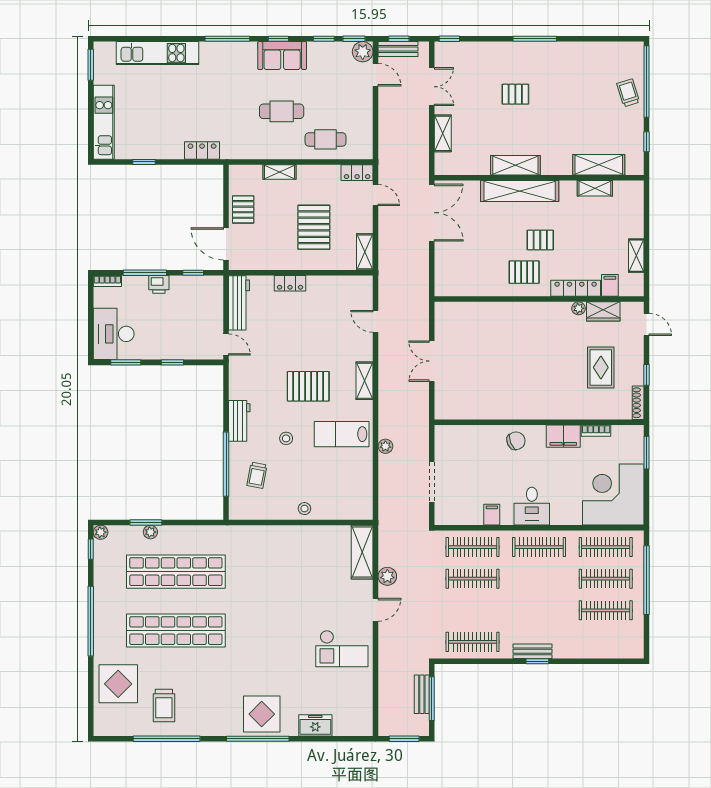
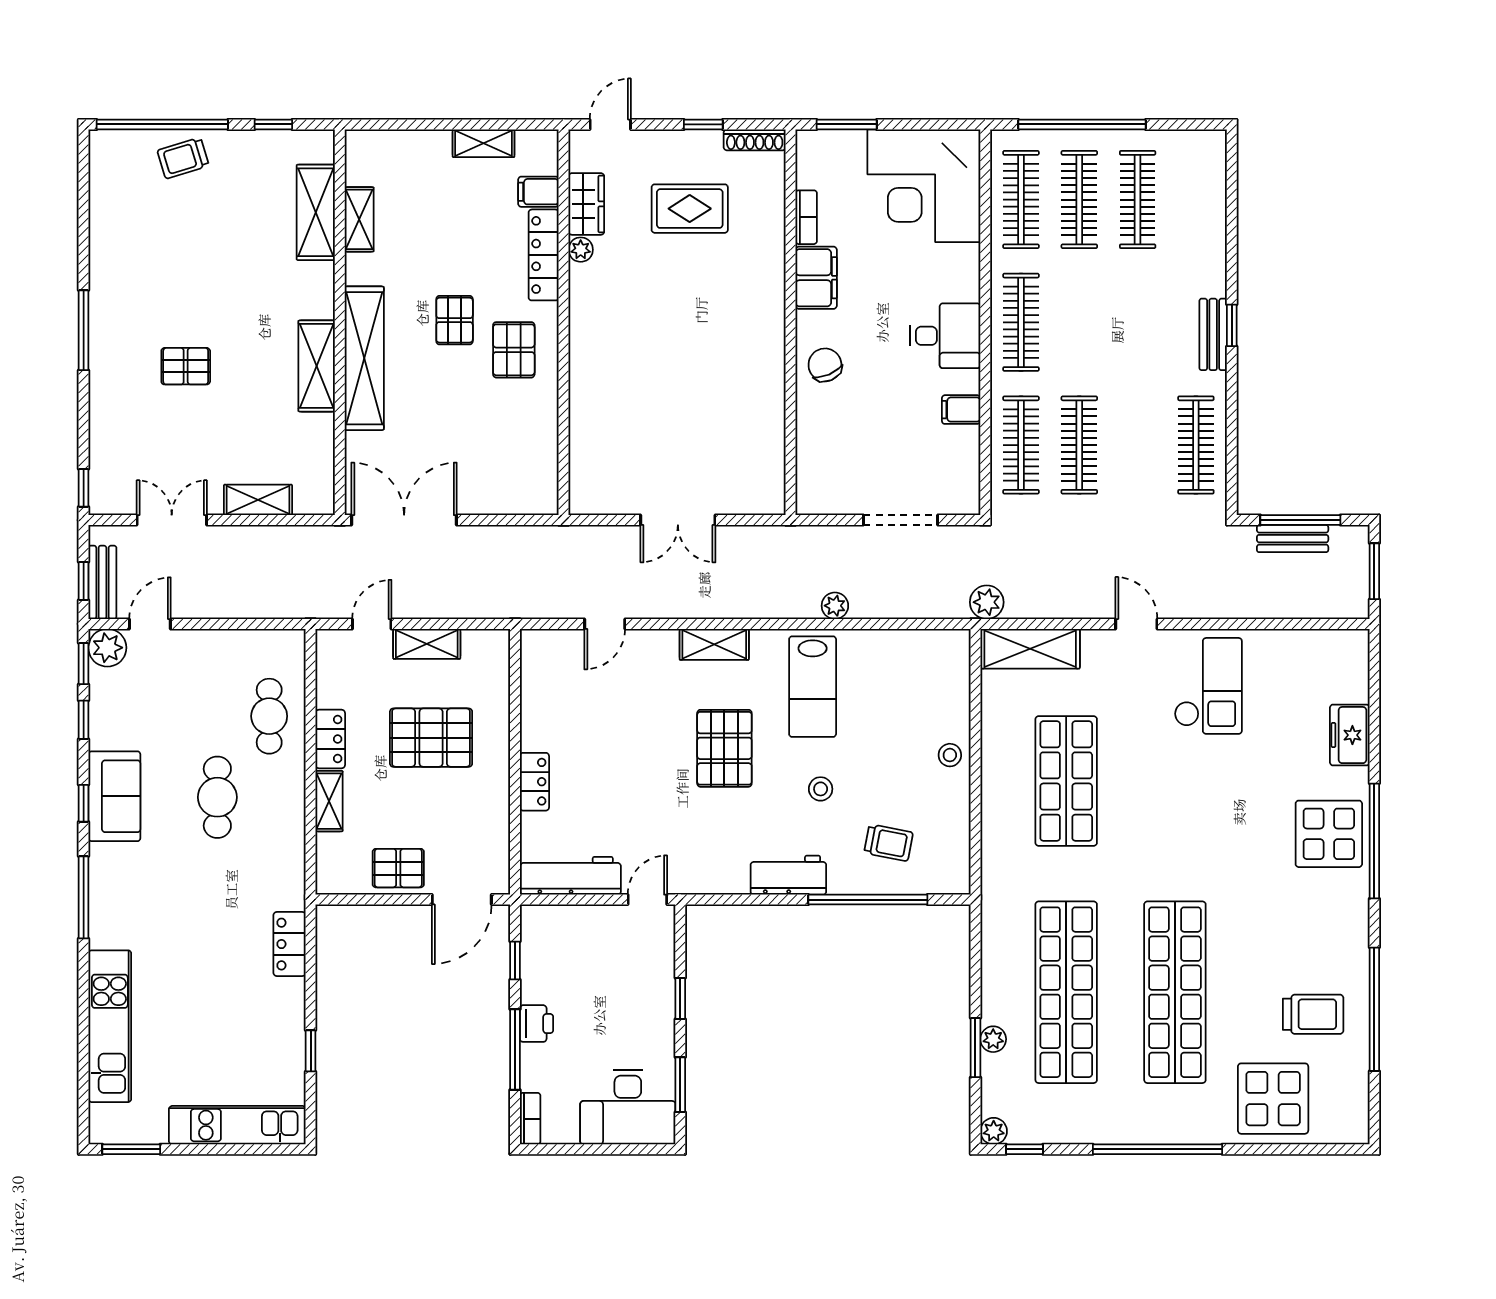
pallet: (515, 94) -> (186, 366), turned 90
locker: (357, 173) -> (330, 739), moved
shelving: (365, 252) -> (427, 644), moved
shop shelf: (290, 572) -> (1066, 781), added
plant: (387, 576) -> (987, 602), moved

